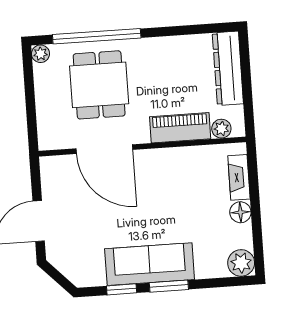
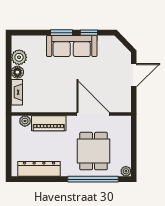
dresser: (228, 68) -> (39, 169), moved, turned -90
plant: (241, 263) -> (19, 57), moved

